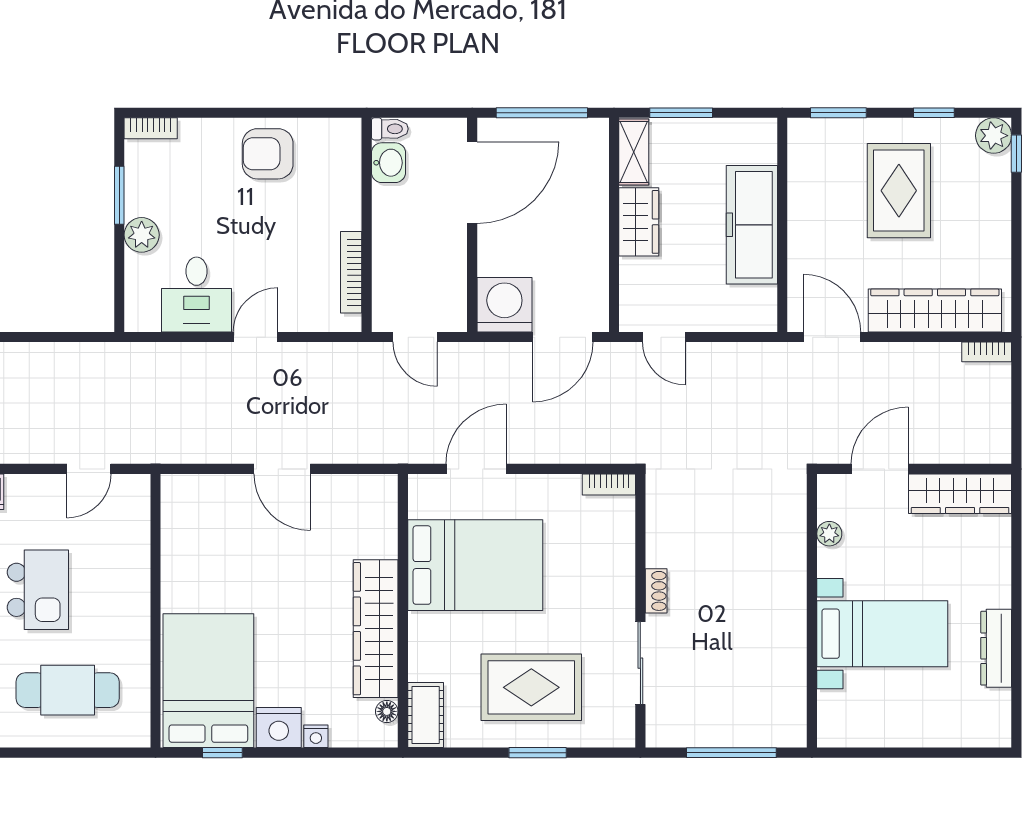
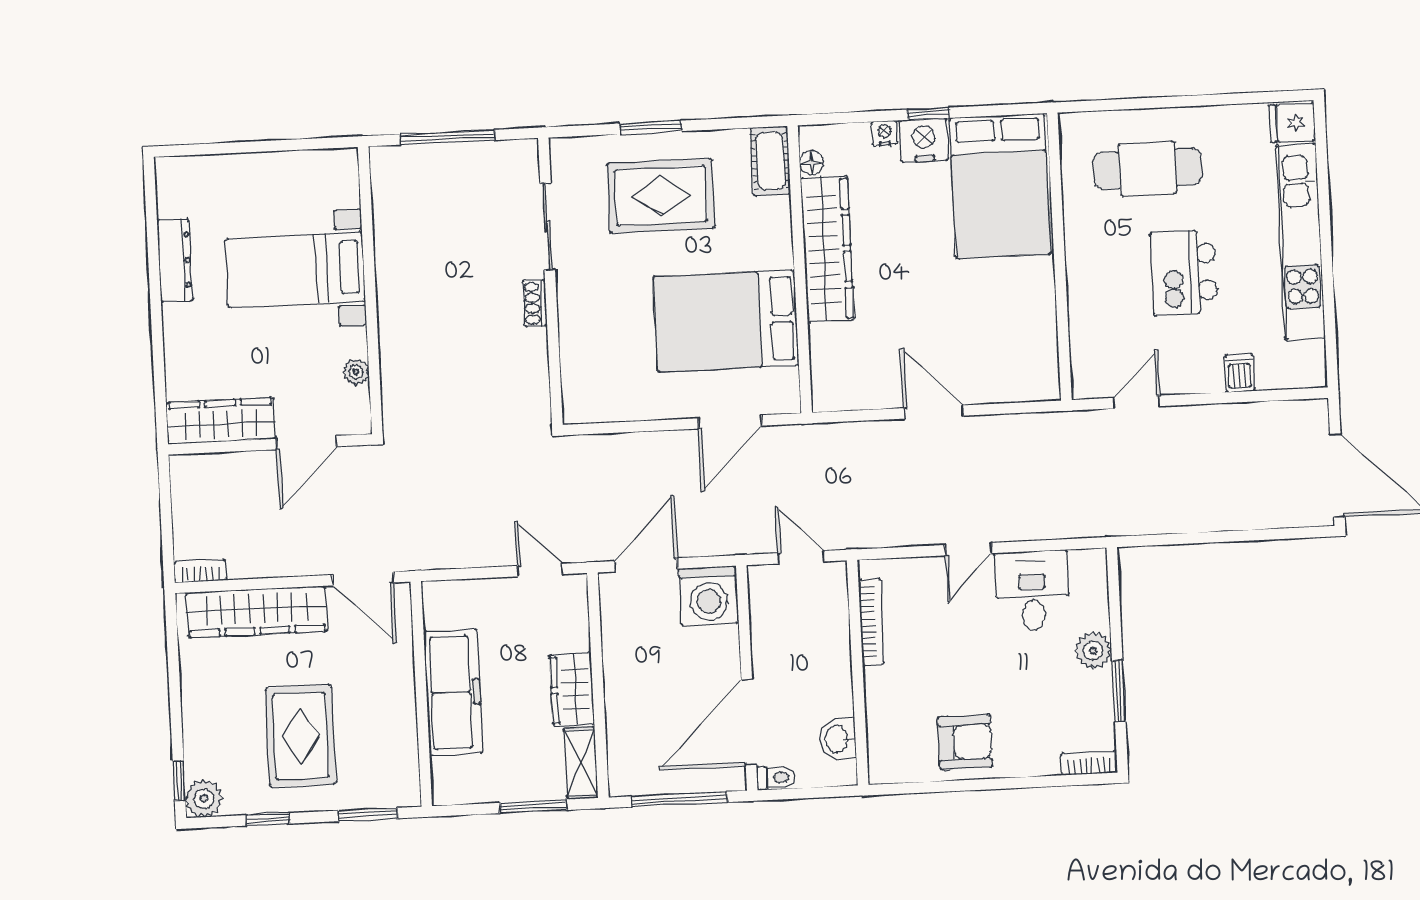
toilet: (390, 129) -> (776, 778), moved, turned 180
bookcase: (609, 484) -> (590, 412), removed
window: (222, 753) -> (928, 114), moved

